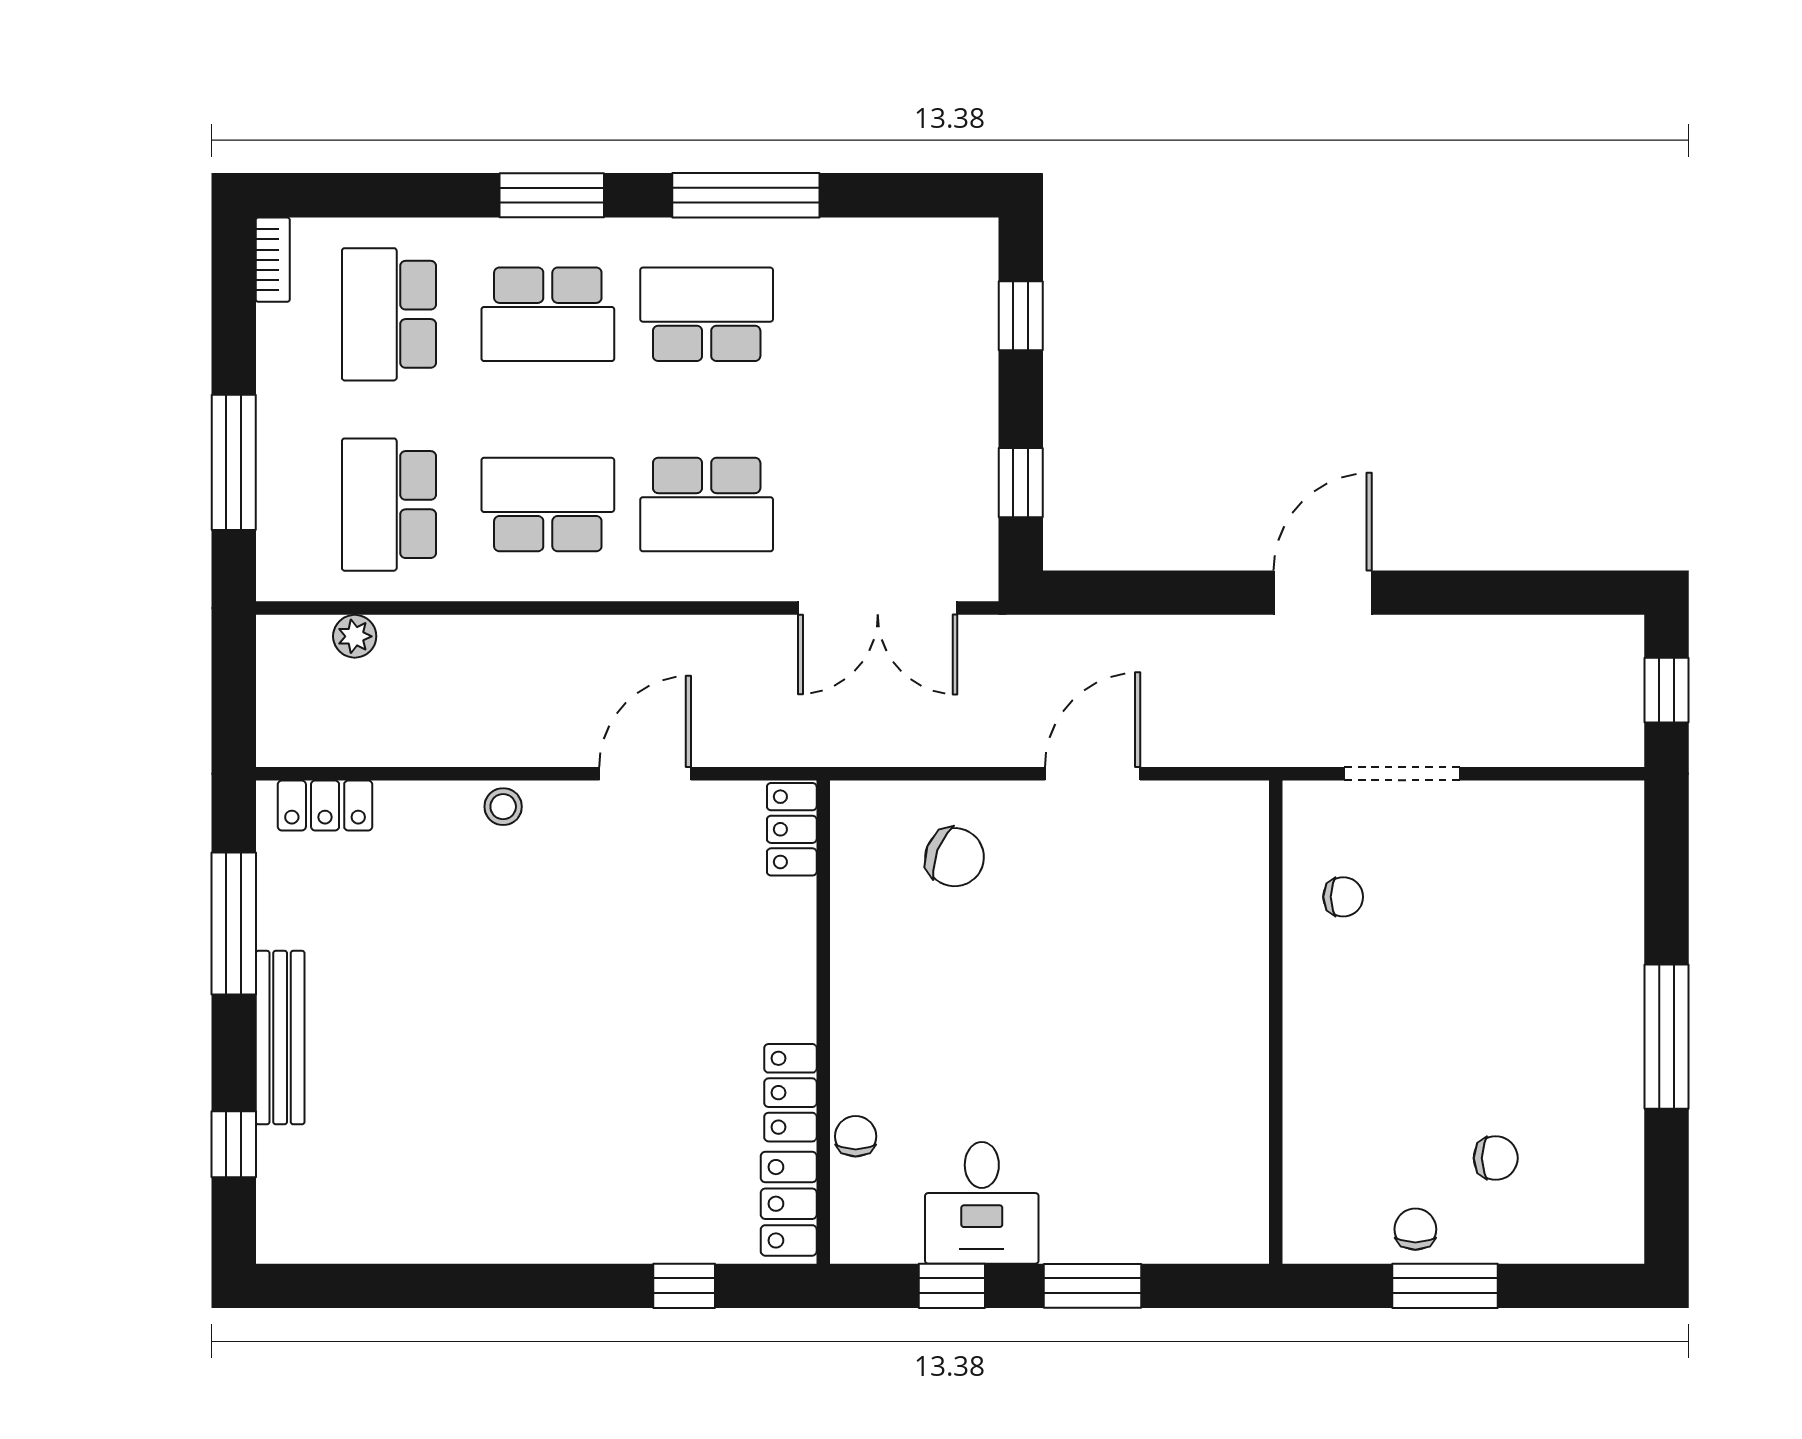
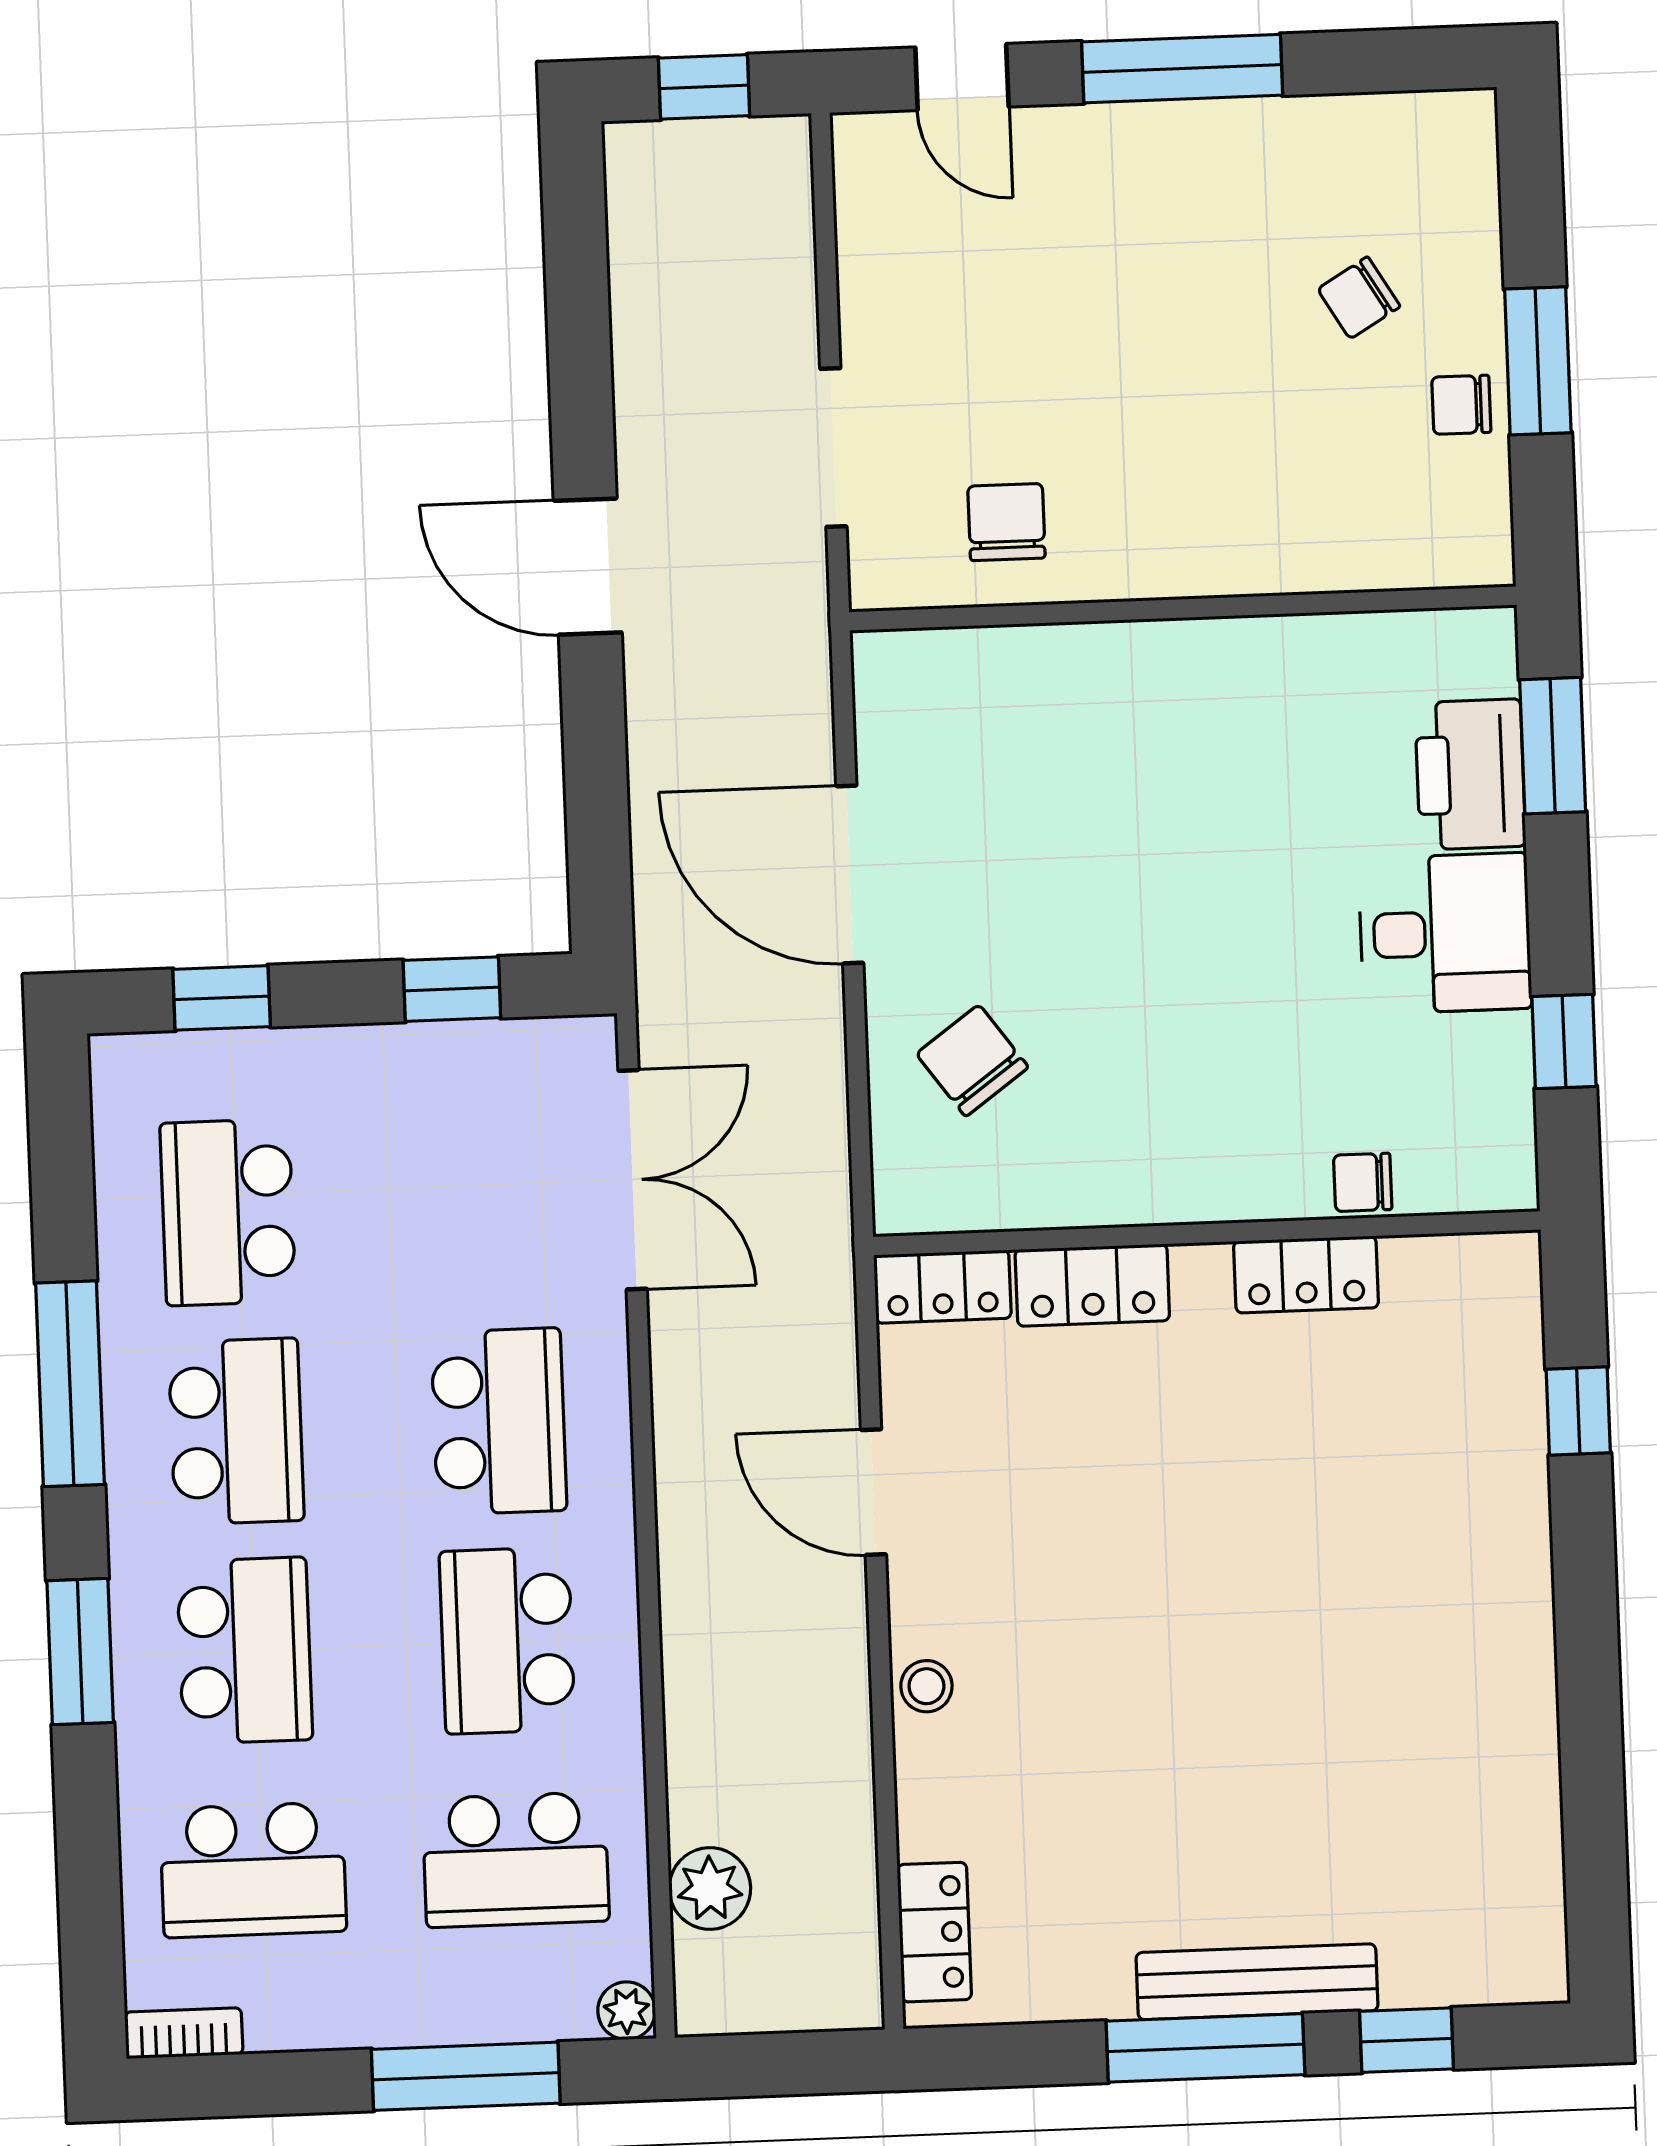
school desk: (707, 314) -> (236, 1431), turned 180
school desk: (865, 314) -> (228, 1212), added
plant: (277, 581) -> (627, 2011), added
plant: (355, 636) -> (710, 1889), width x1.38, depth x1.38
door: (1093, 774) -> (850, 875), width x1.36
chair: (955, 857) -> (972, 1061), turned -57
door: (1666, 877) -> (962, 77), added
chair: (1343, 897) -> (1006, 522), width x1.37, depth x1.37
window: (234, 924) -> (1205, 2048), moved
chair: (1496, 1158) -> (1359, 298), turned -121
desk: (982, 1203) -> (1445, 933), moved
locker: (789, 1204) -> (1092, 1285), moved
printer: (1148, 1225) -> (1470, 774), added
window: (1092, 1286) -> (1553, 746), moved

